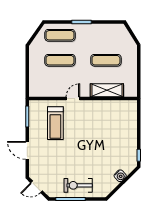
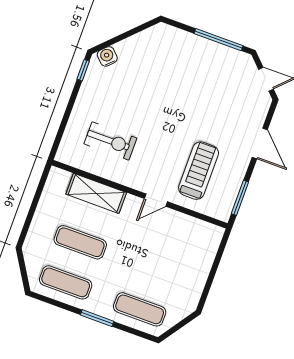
exercise mat: (60, 60) -> (66, 282), moved
water cooler: (120, 176) -> (107, 56), moved
exercise bike: (78, 185) -> (110, 141), moved

